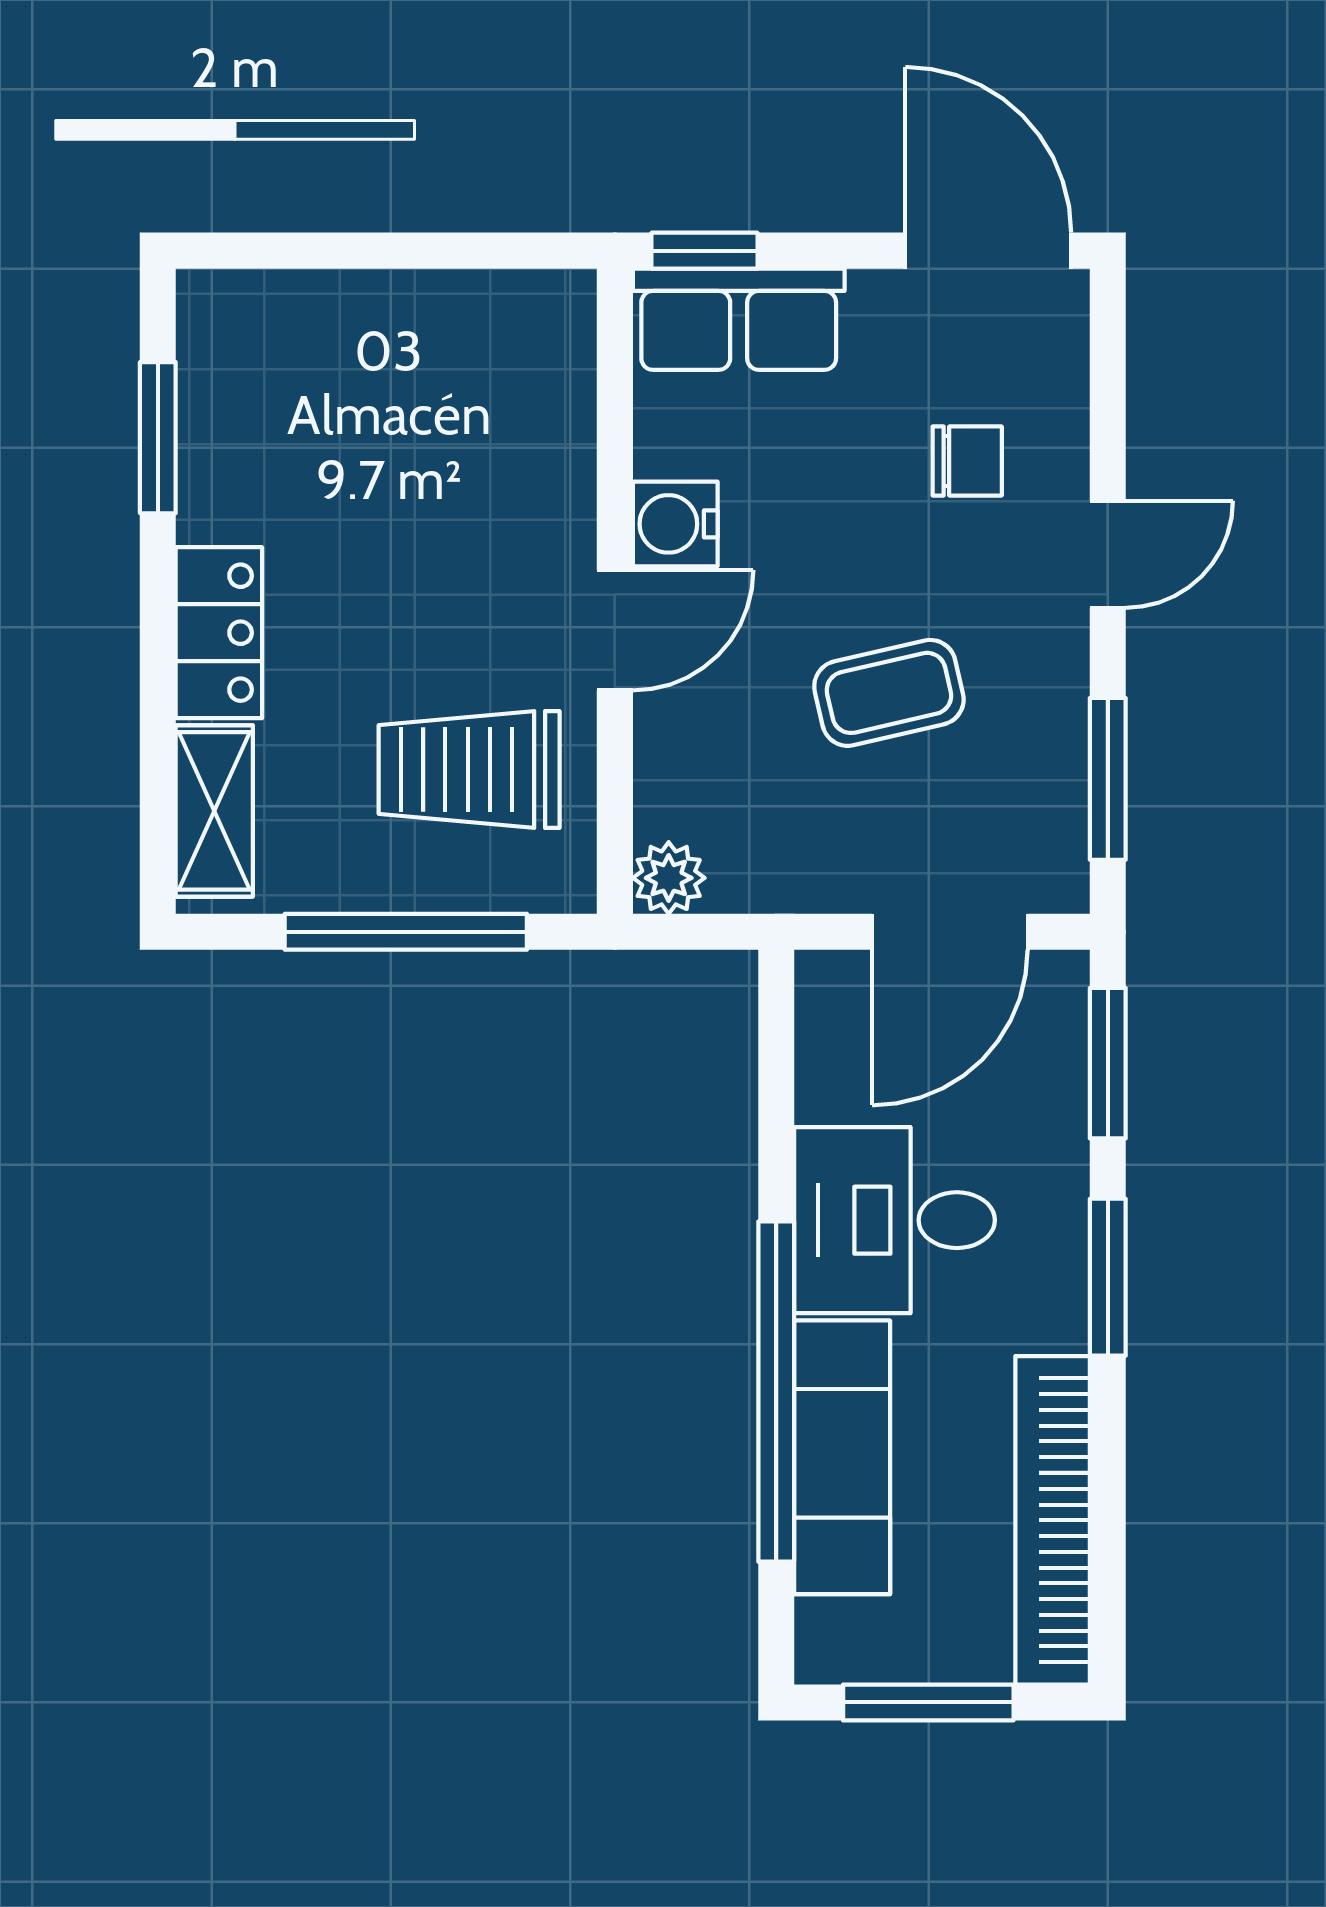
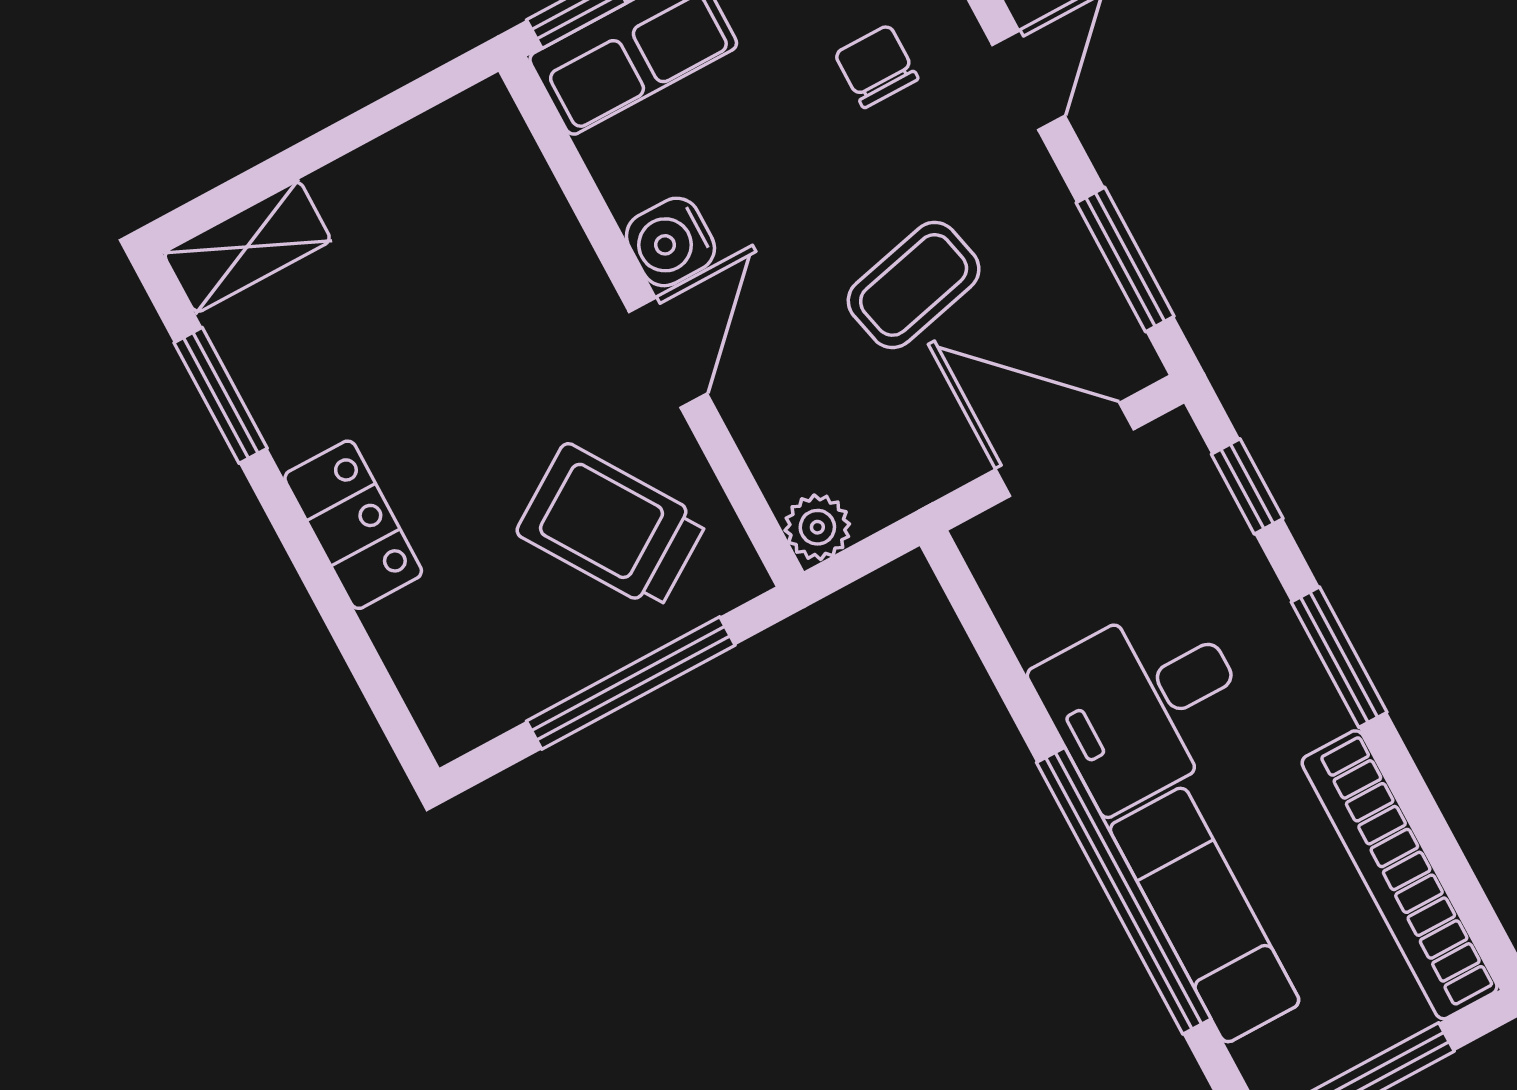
chair: (967, 461) -> (876, 66), turned -90
trolley: (469, 770) -> (612, 526), turned 57
shelving: (214, 811) -> (247, 247), moved, turned 90
door: (950, 932) -> (1065, 449), swing flipped
window: (1108, 1063) -> (1247, 486), width x0.67

